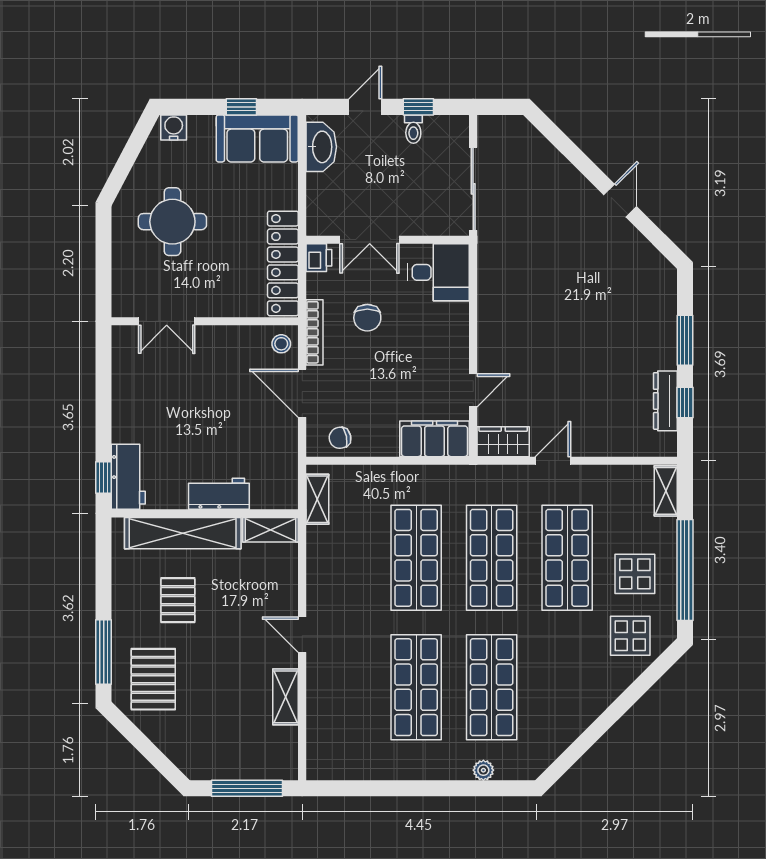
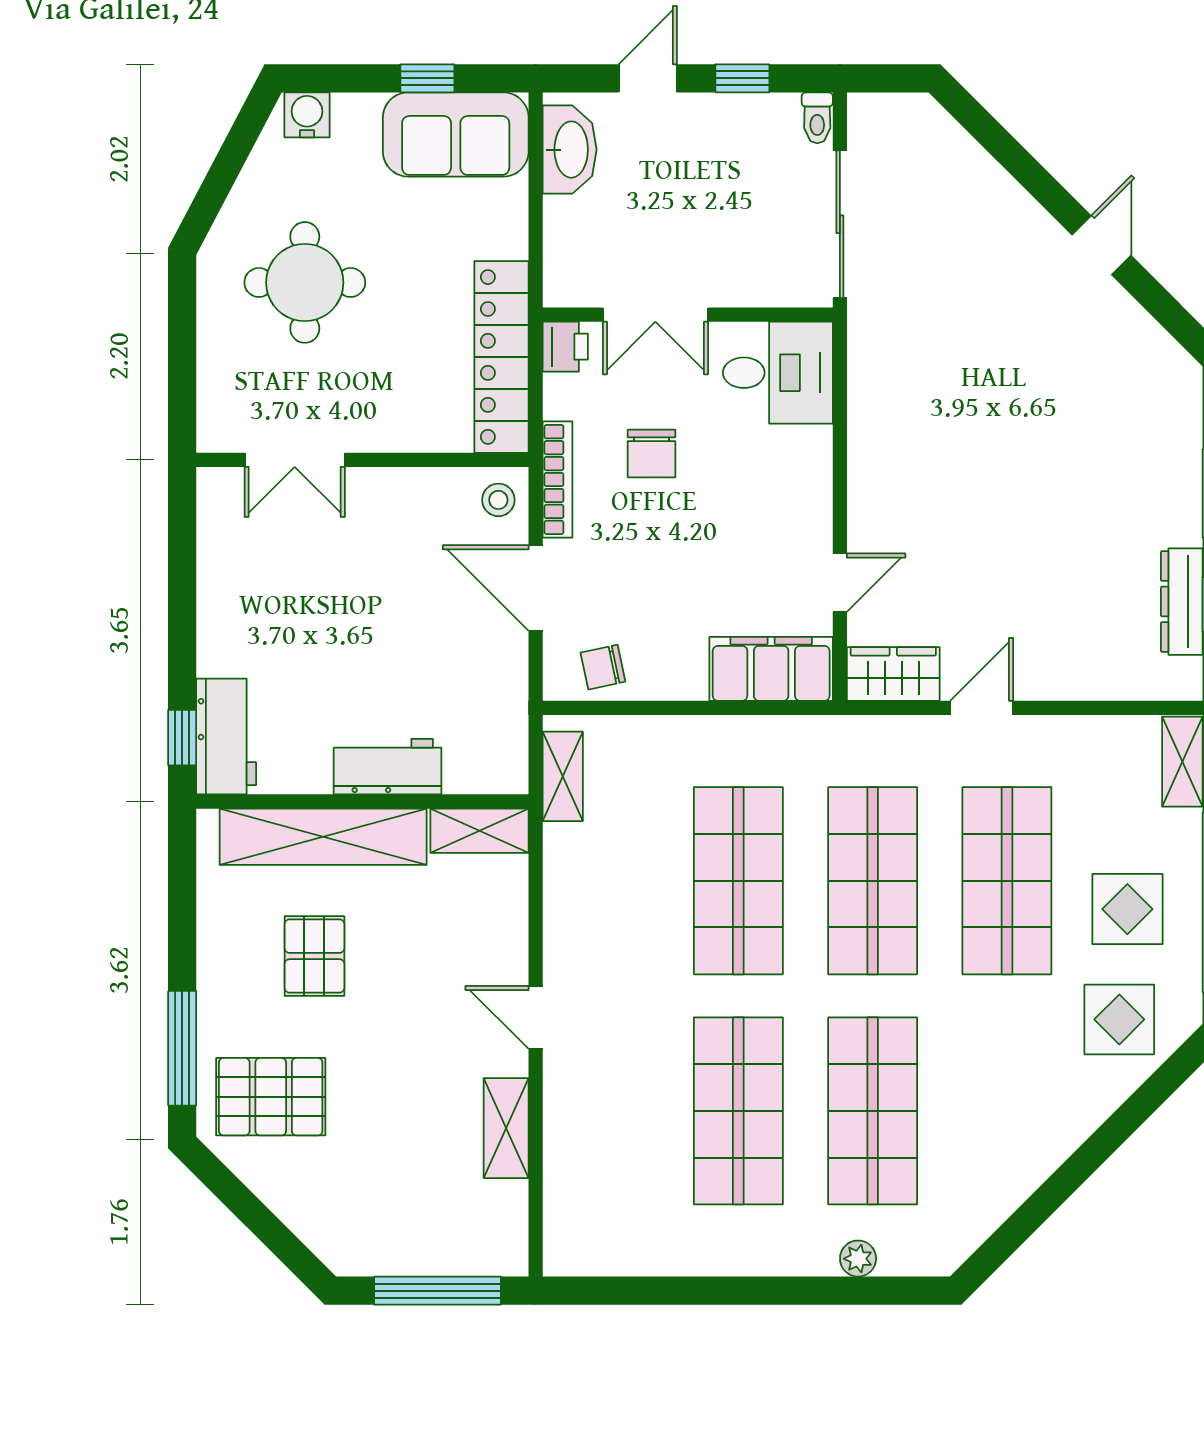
toilet: (413, 129) -> (817, 118), moved
pallet: (153, 679) -> (271, 1097), turned 90

